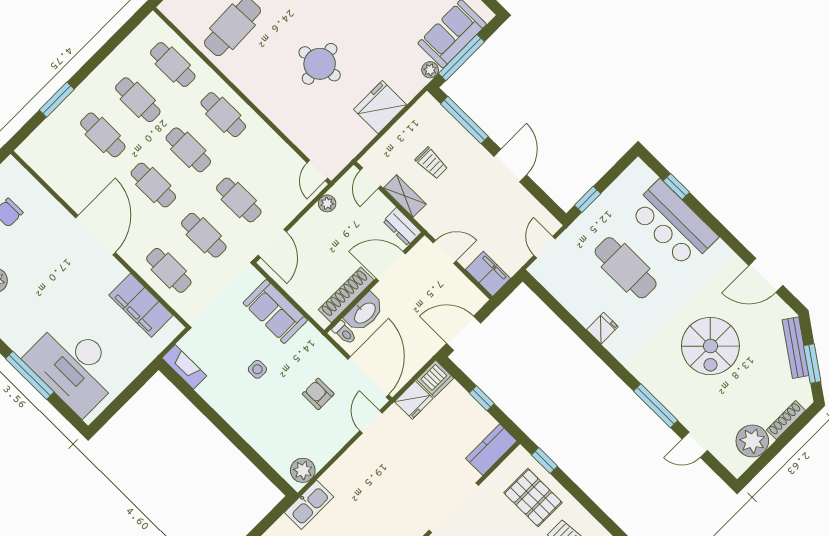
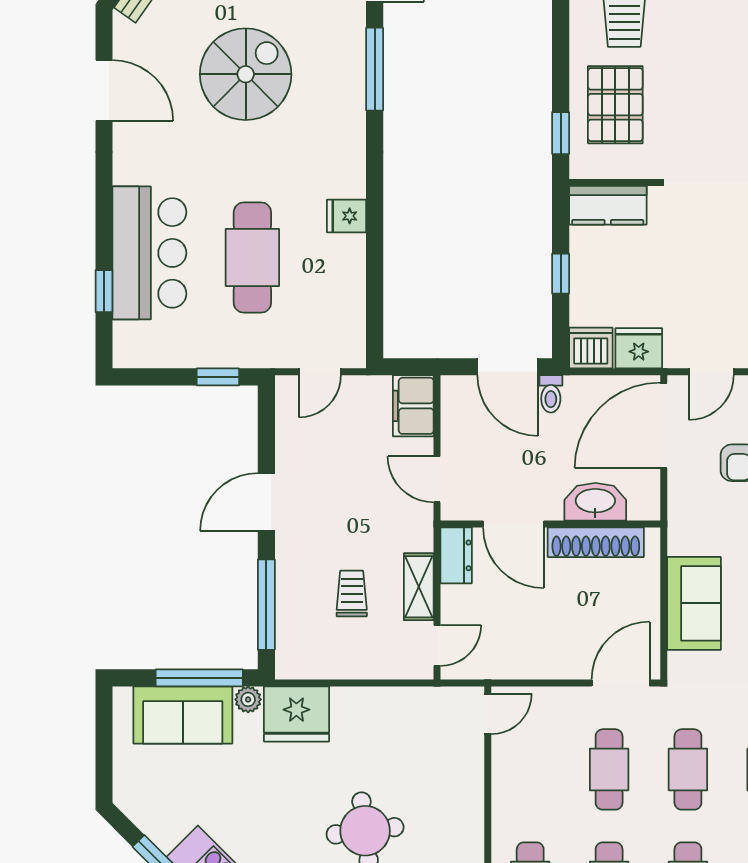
fridge: (380, 107) -> (296, 714), moved
plant: (327, 203) -> (514, 666), removed
toilet: (344, 333) -> (551, 394), moved, turned 180

